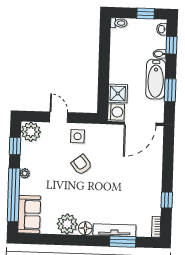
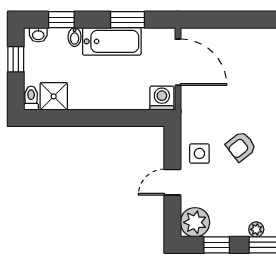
shower: (118, 93) -> (54, 96), moved

